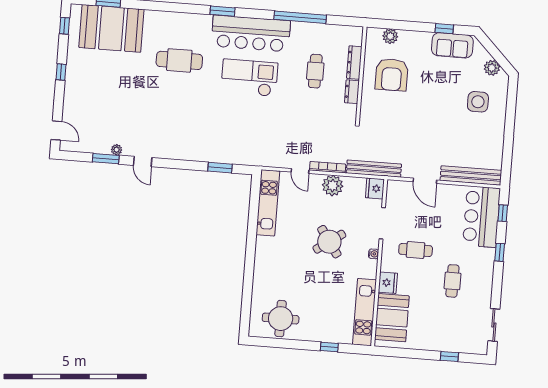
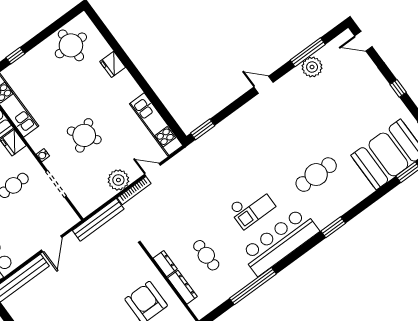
window: (222, 11) -> (333, 227), moved
checkout: (249, 78) -> (252, 207), width x0.73, depth x0.83
plant: (117, 150) -> (312, 67), width x1.88, depth x1.88
window: (106, 159) -> (308, 52), width x1.44
door: (143, 161) -> (263, 85), moved
window: (220, 168) -> (203, 129), moved
door: (425, 181) -> (52, 244), swing flipped
fridge: (375, 188) -> (113, 64), moved, turned 180

